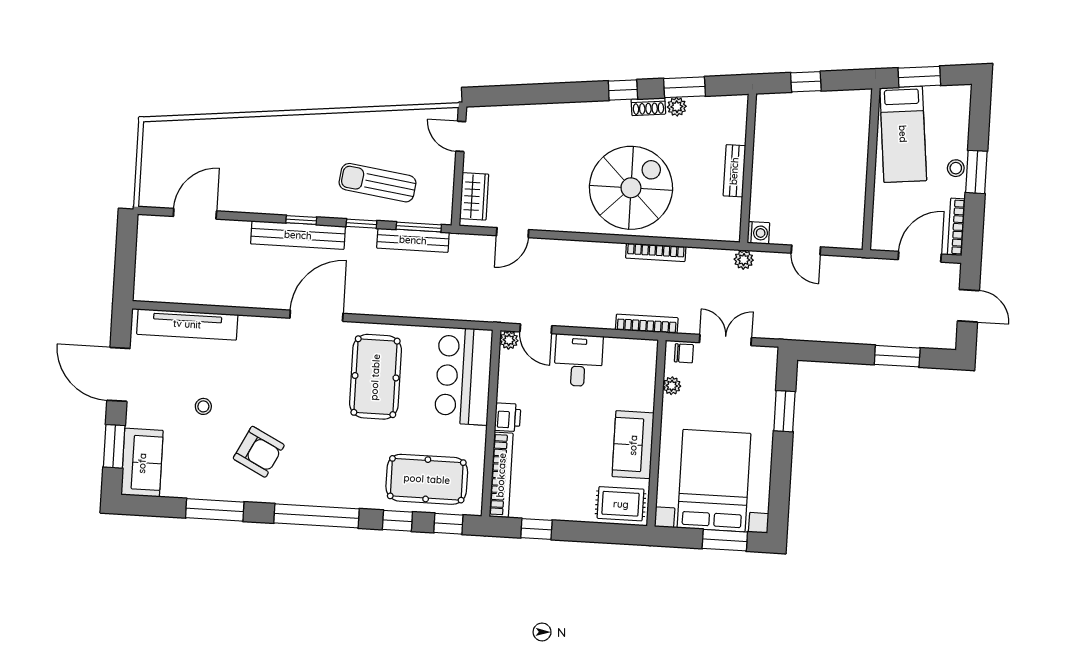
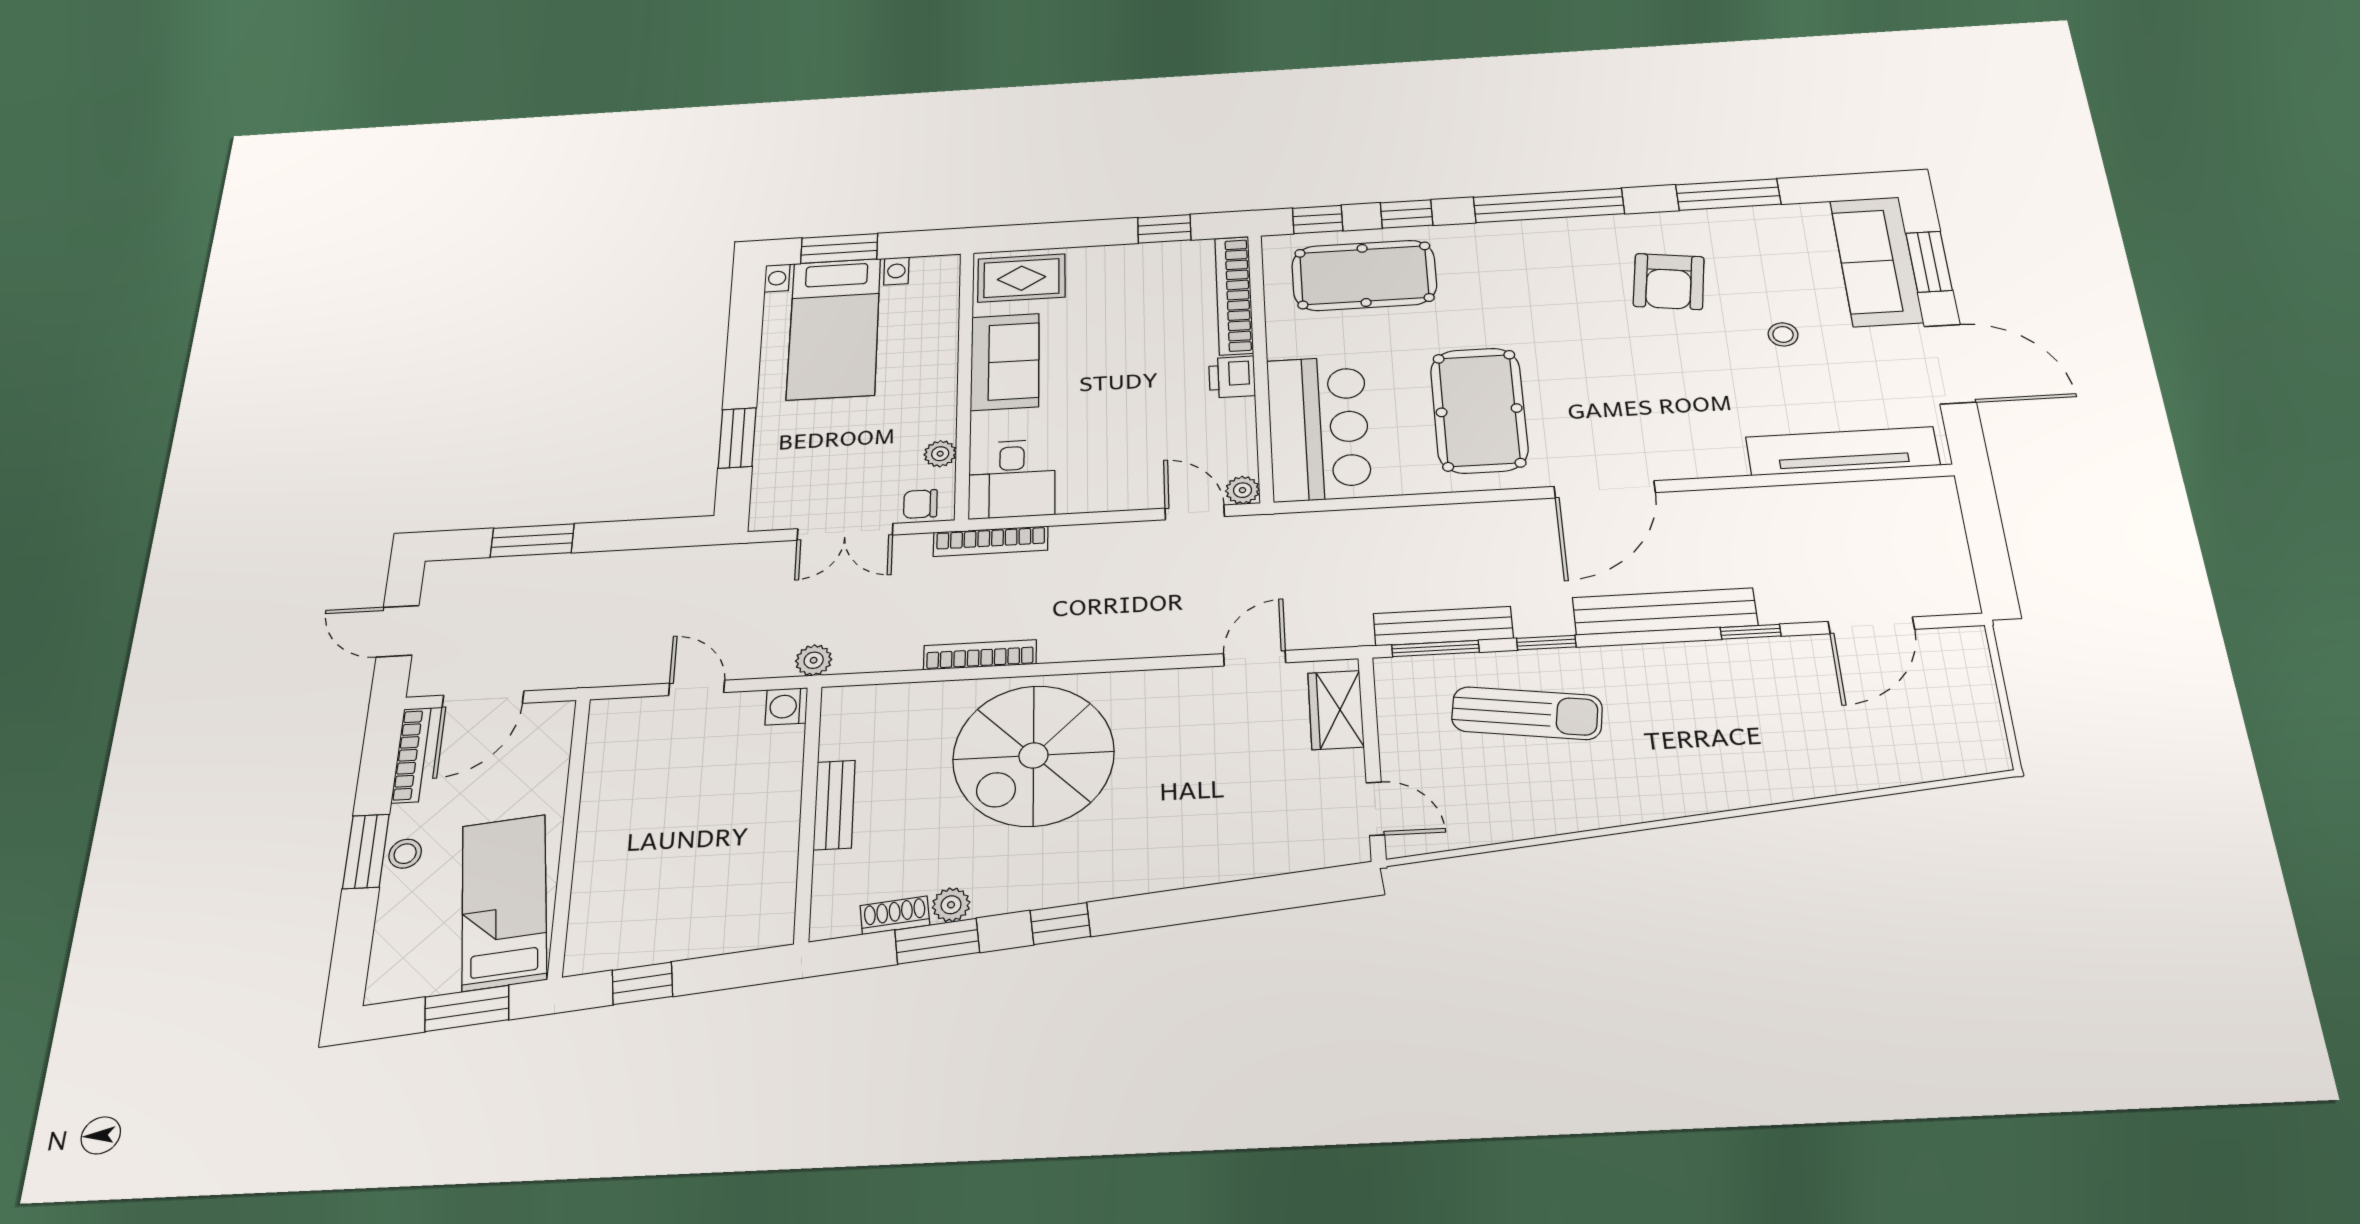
window: (806, 82) -> (642, 983), moved
shoe rack: (648, 107) -> (895, 915), moved
window: (301, 220) -> (1751, 632), moved
desk: (578, 360) -> (1012, 479), moved
armchair: (259, 452) -> (1669, 282), turned -109
sofa: (142, 463) -> (1876, 261), width x1.36
bed with nightstands: (714, 481) -> (834, 328), width x0.73

